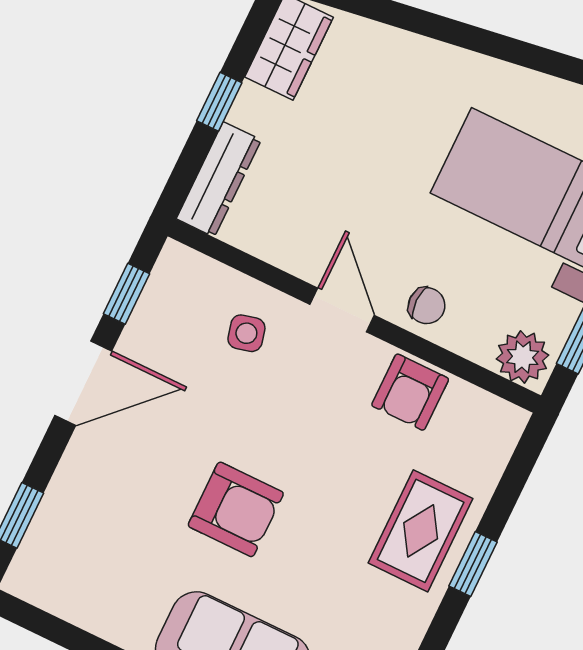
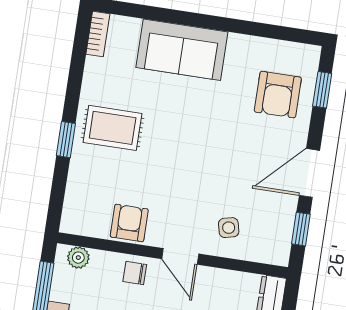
plant: (523, 357) -> (78, 258), width x0.73, depth x0.73
armchair: (236, 509) -> (278, 95), moved, turned -90
rug: (421, 531) -> (113, 128), moved, turned 90

